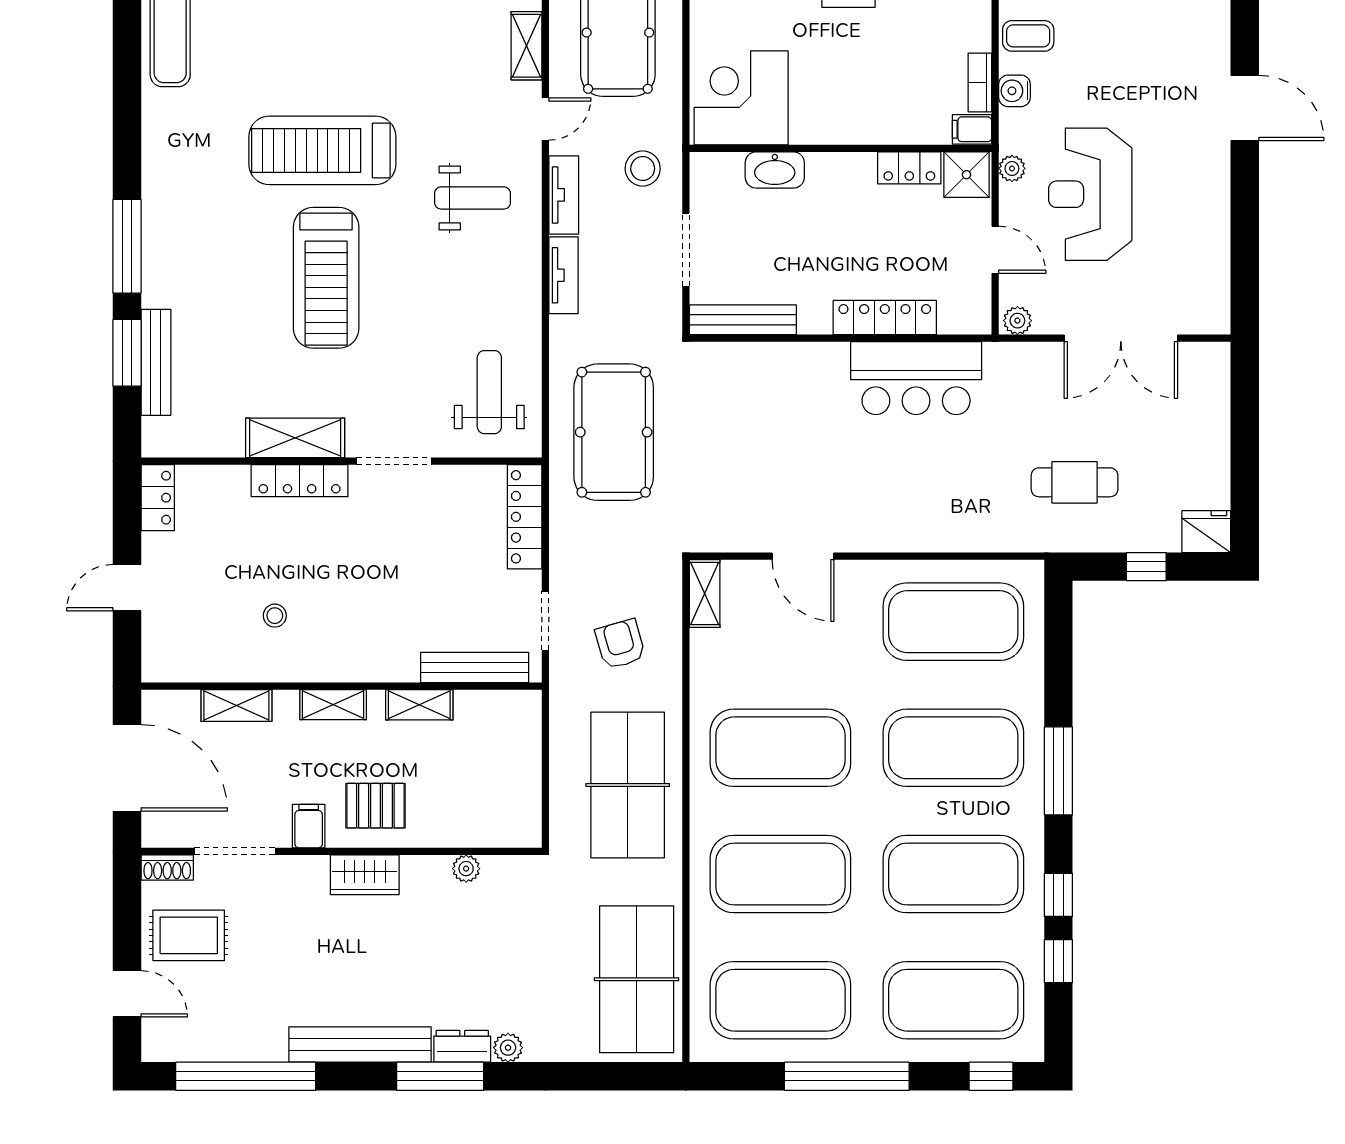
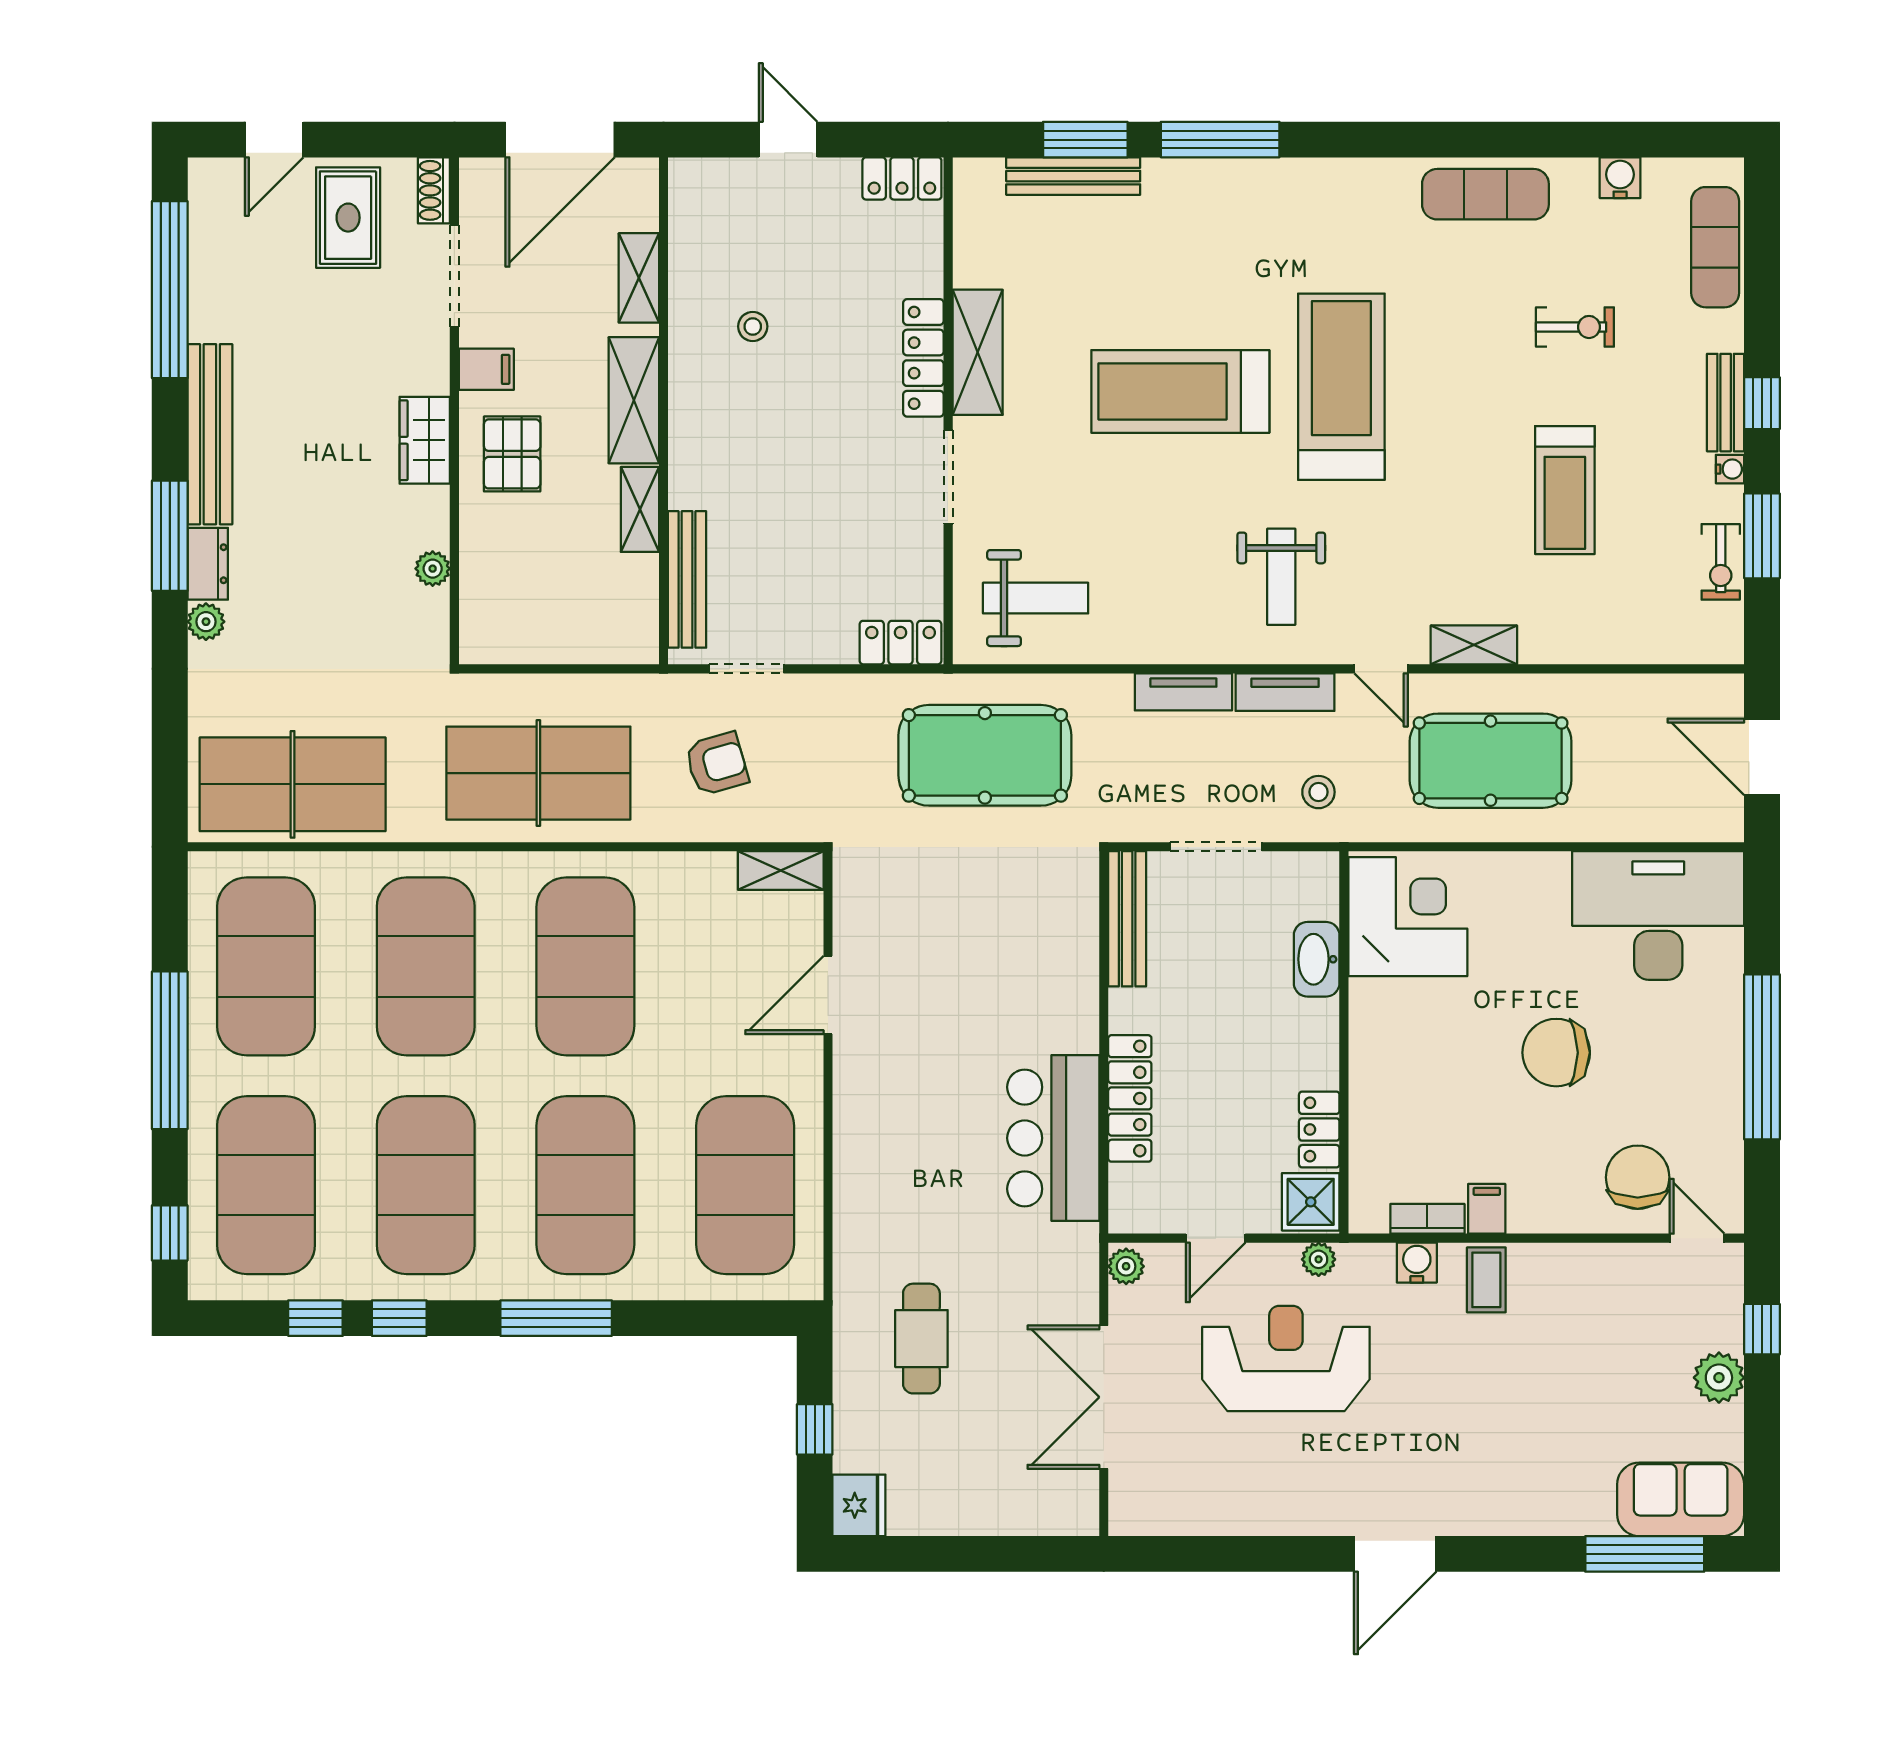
filing cabinet: (972, 129) -> (1487, 1209), moved
stool: (643, 169) -> (1318, 792), width x0.73, depth x0.73
locker: (525, 517) -> (901, 643), width x0.66
shelving: (333, 705) -> (634, 400), width x1.50, depth x1.33

